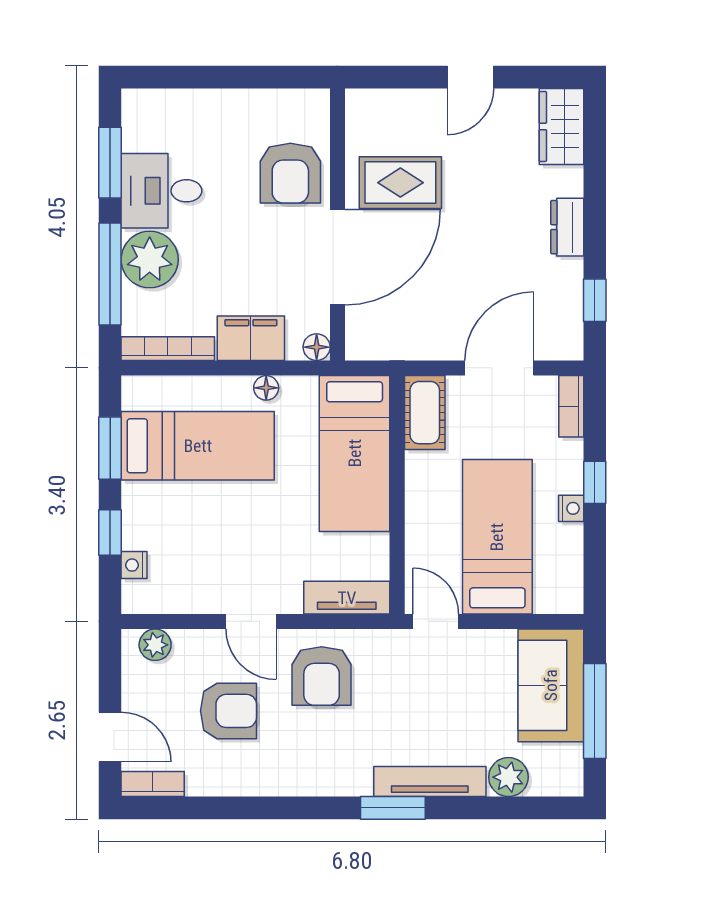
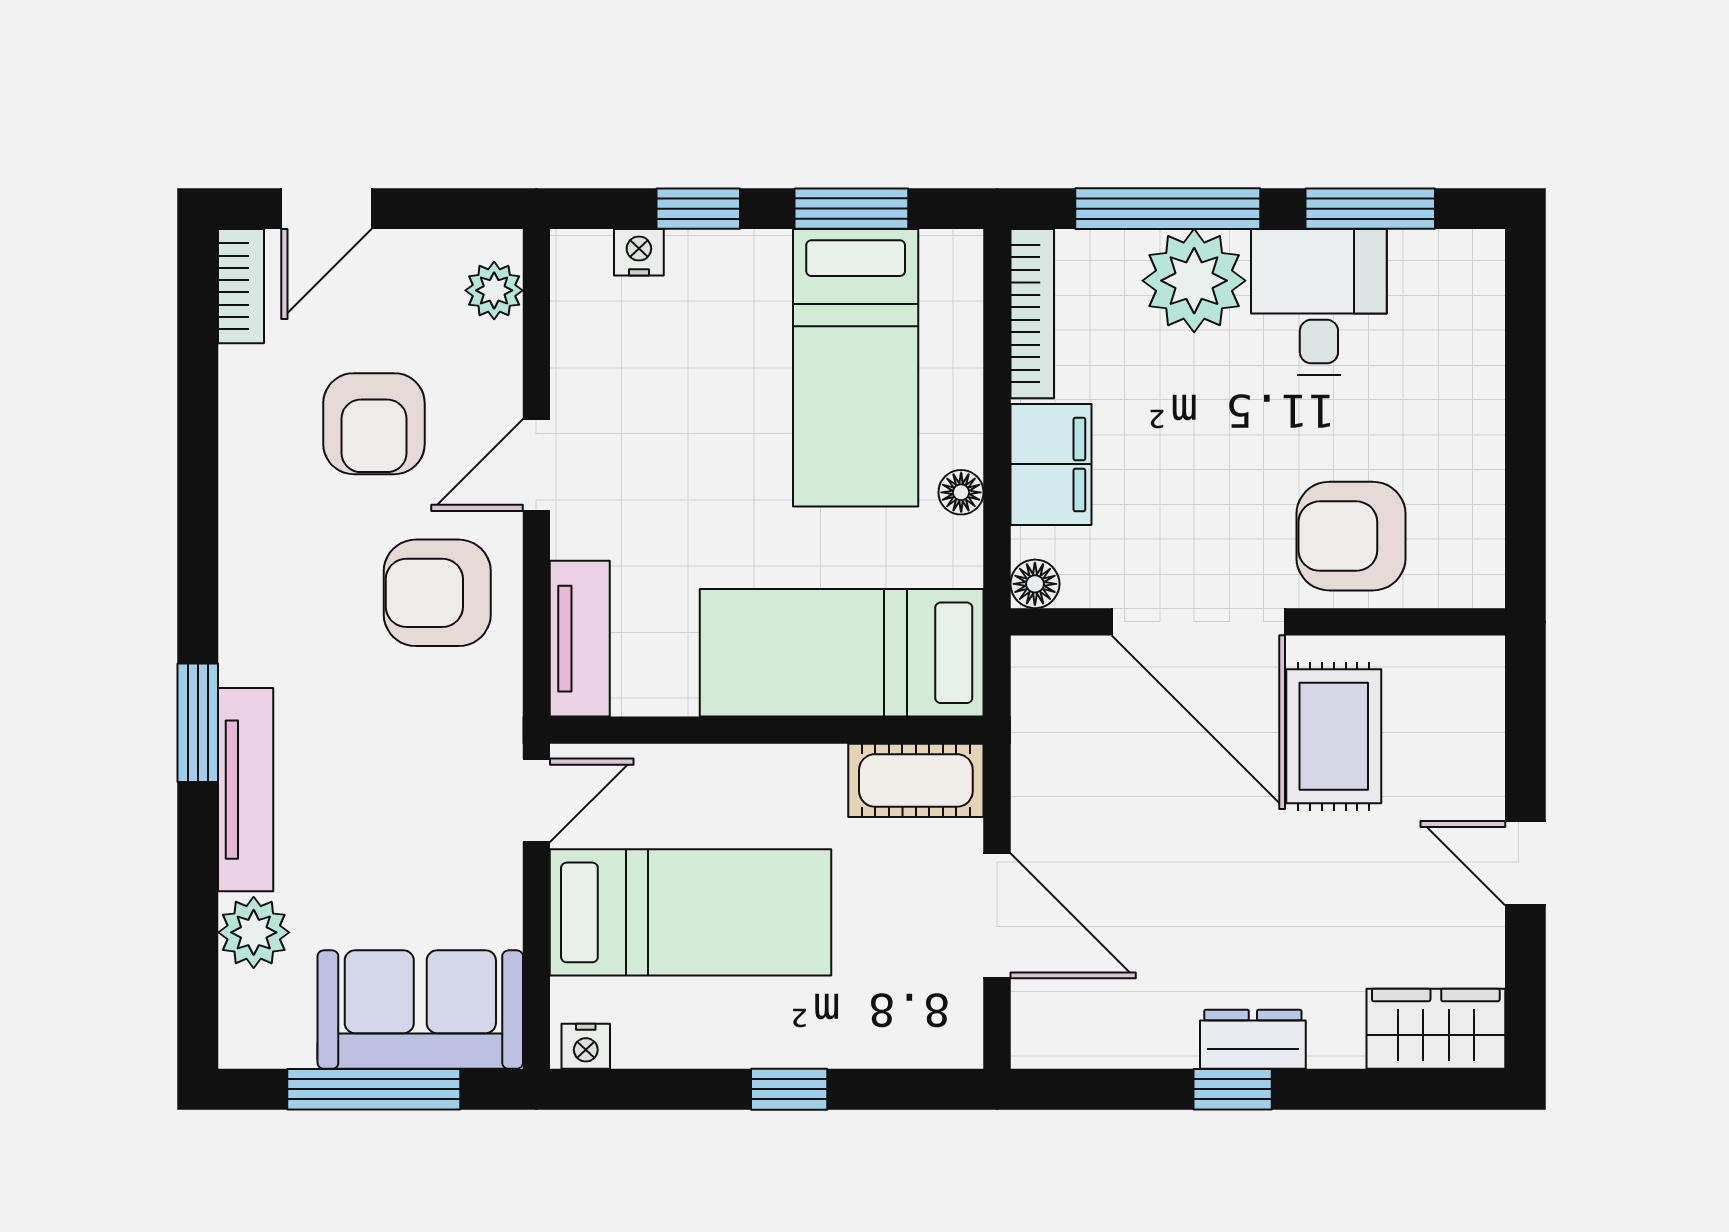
window: (595, 300) -> (1233, 1089), moved
bookcase: (571, 406) -> (927, 1046), removed
nightstand: (571, 508) -> (586, 1046), moved

